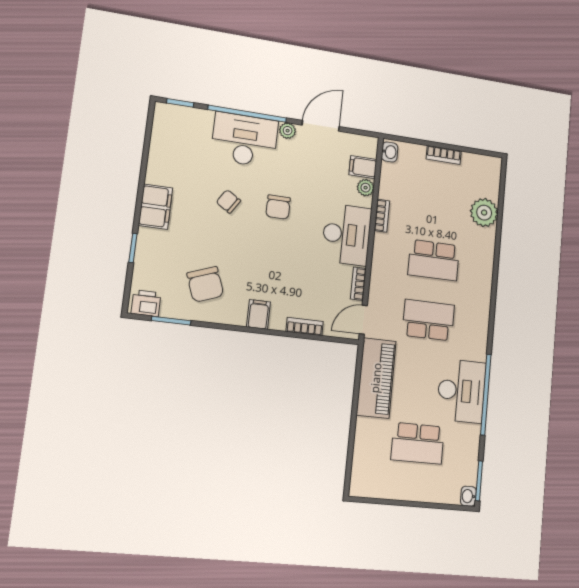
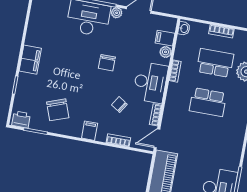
chair: (228, 201) -> (119, 105), moved
school desk: (428, 320) -> (215, 63), moved

